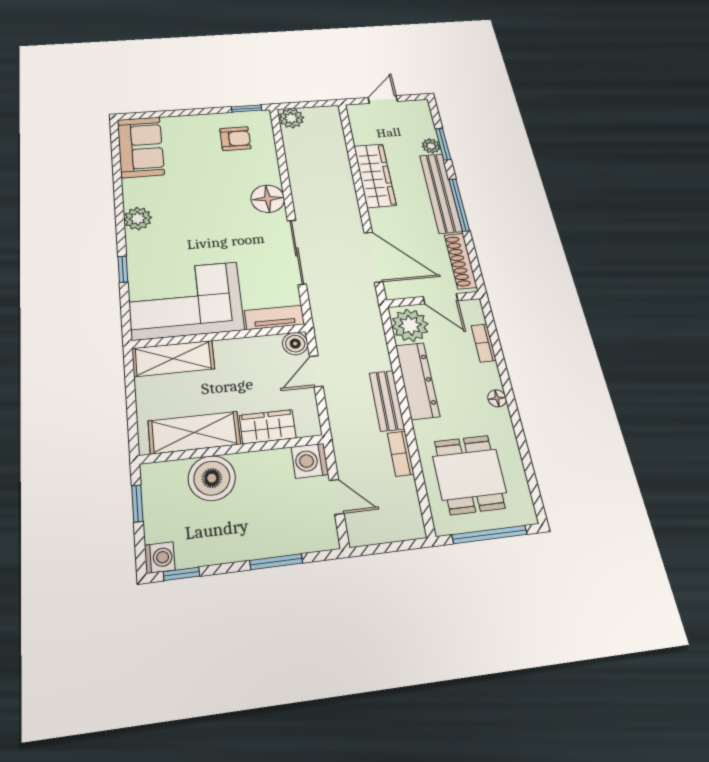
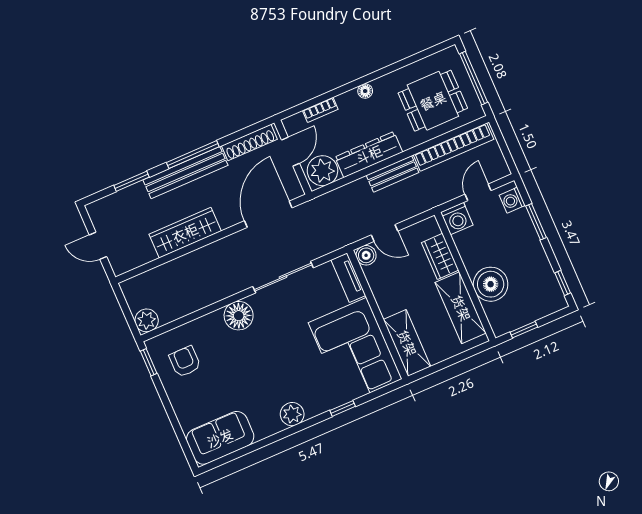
plant: (431, 146) -> (137, 191), removed
bookcase: (401, 454) -> (453, 147), width x2.31, depth x1.31
washing machine: (160, 558) -> (512, 200), moved, turned -90

